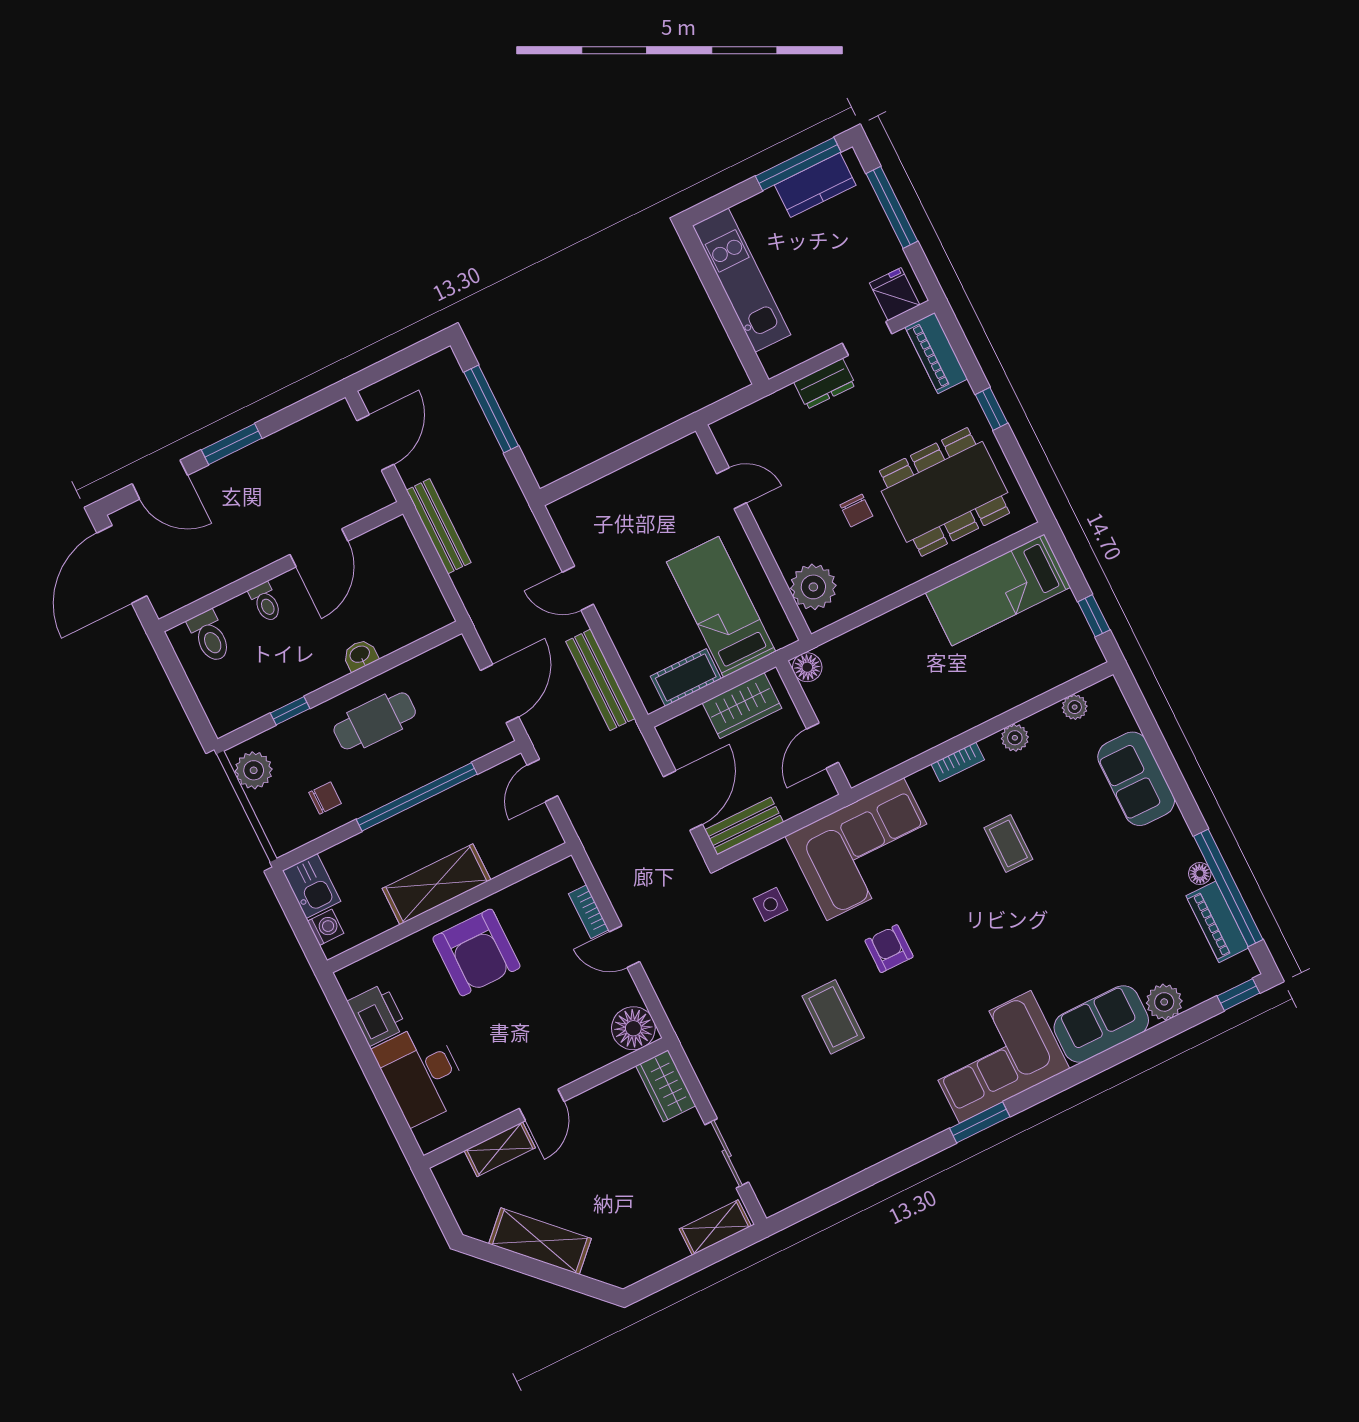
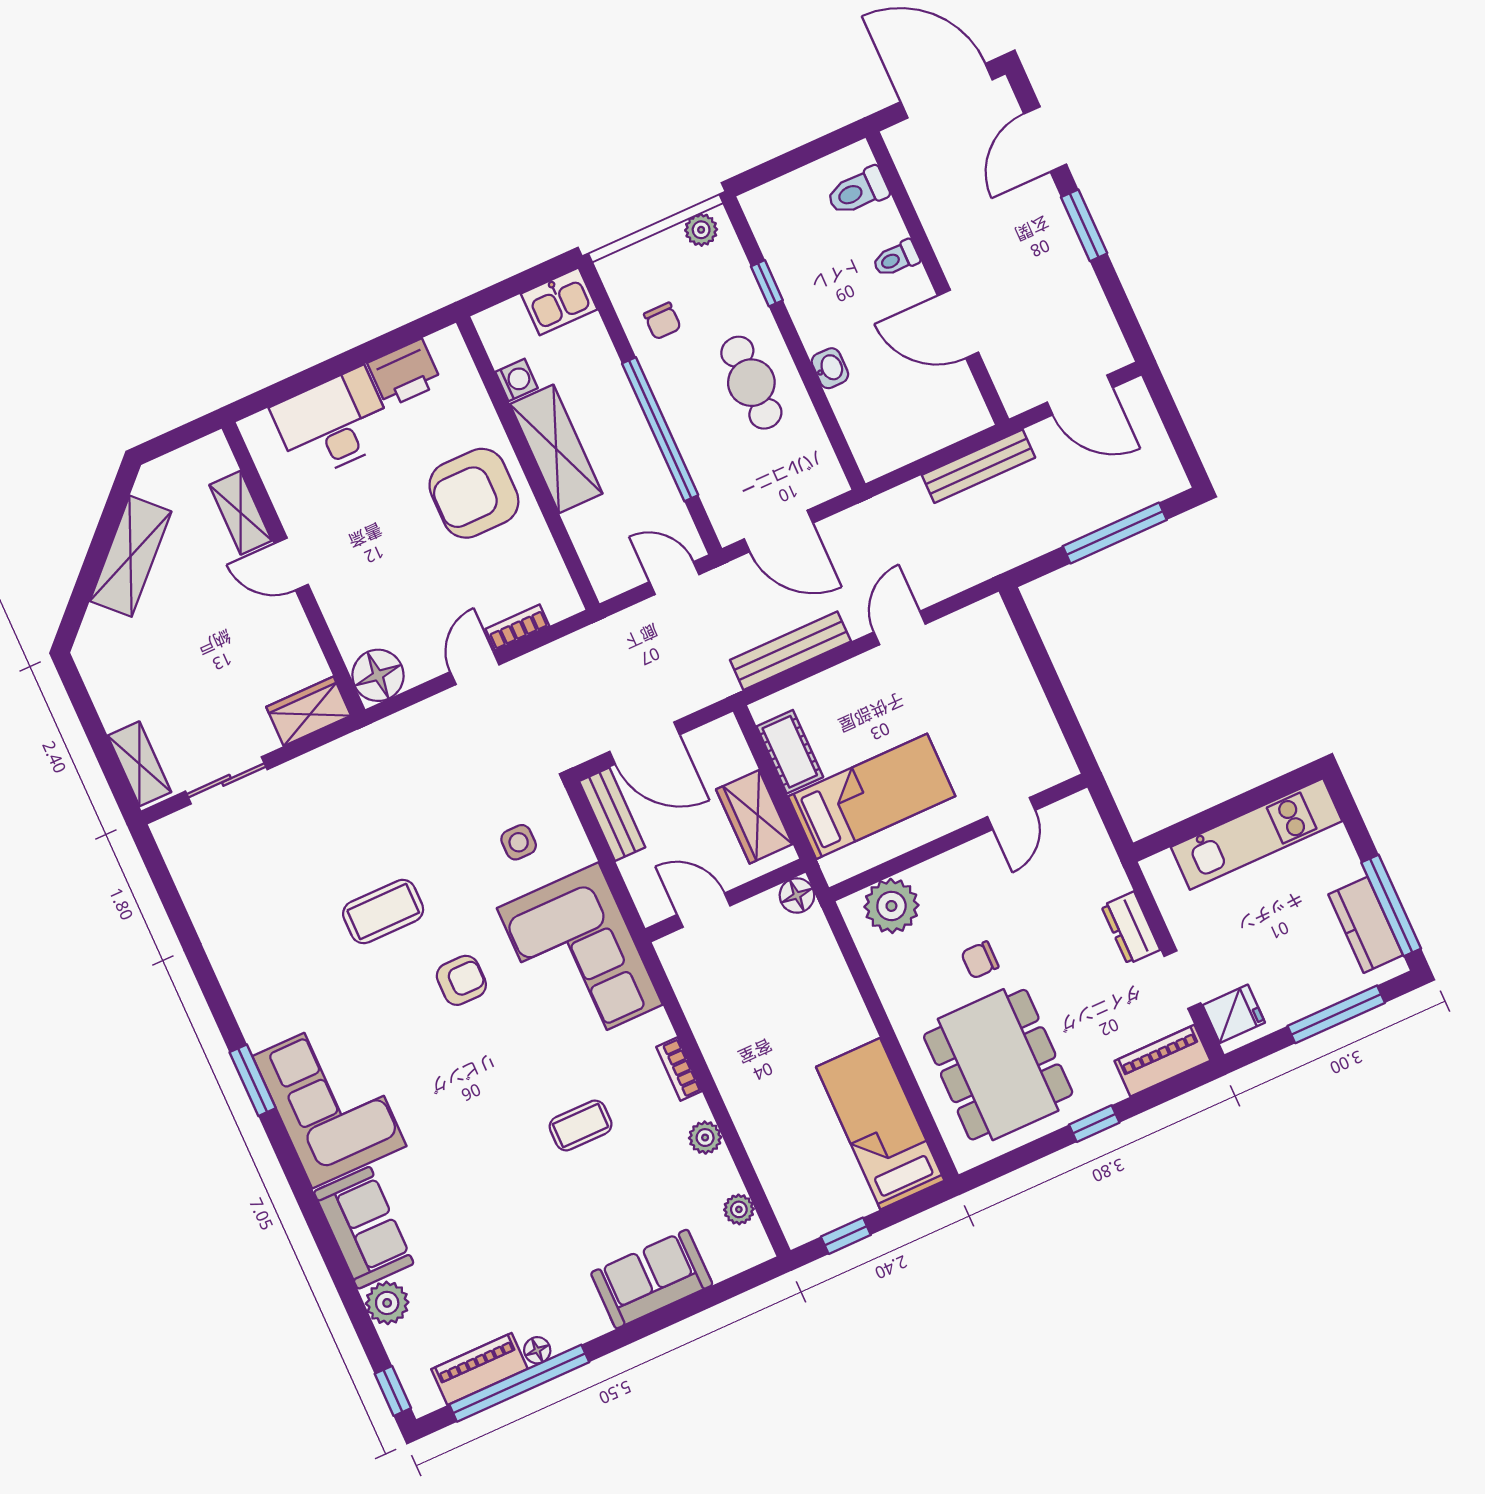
plant: (254, 770) -> (701, 230), width x0.73, depth x0.73
washing machine: (326, 927) -> (517, 380), moved, turned -90

